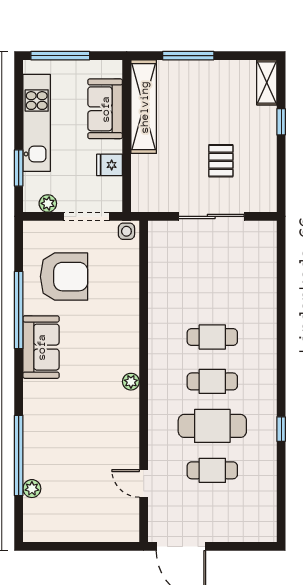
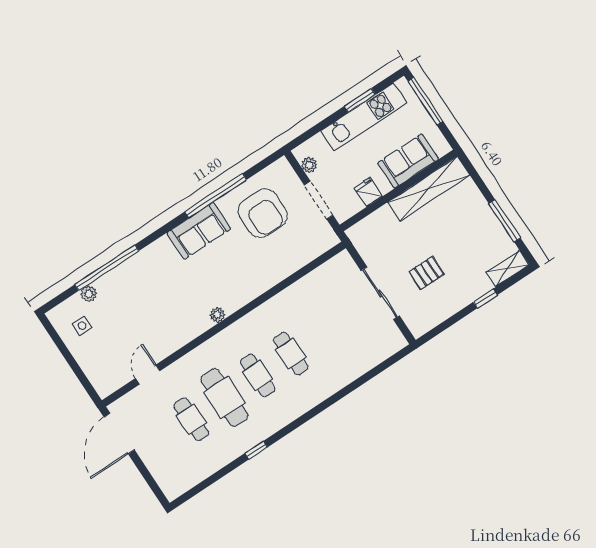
window: (188, 56) -> (505, 221), moved
window: (19, 168) -> (360, 100), moved
side table: (126, 231) -> (82, 326), moved

